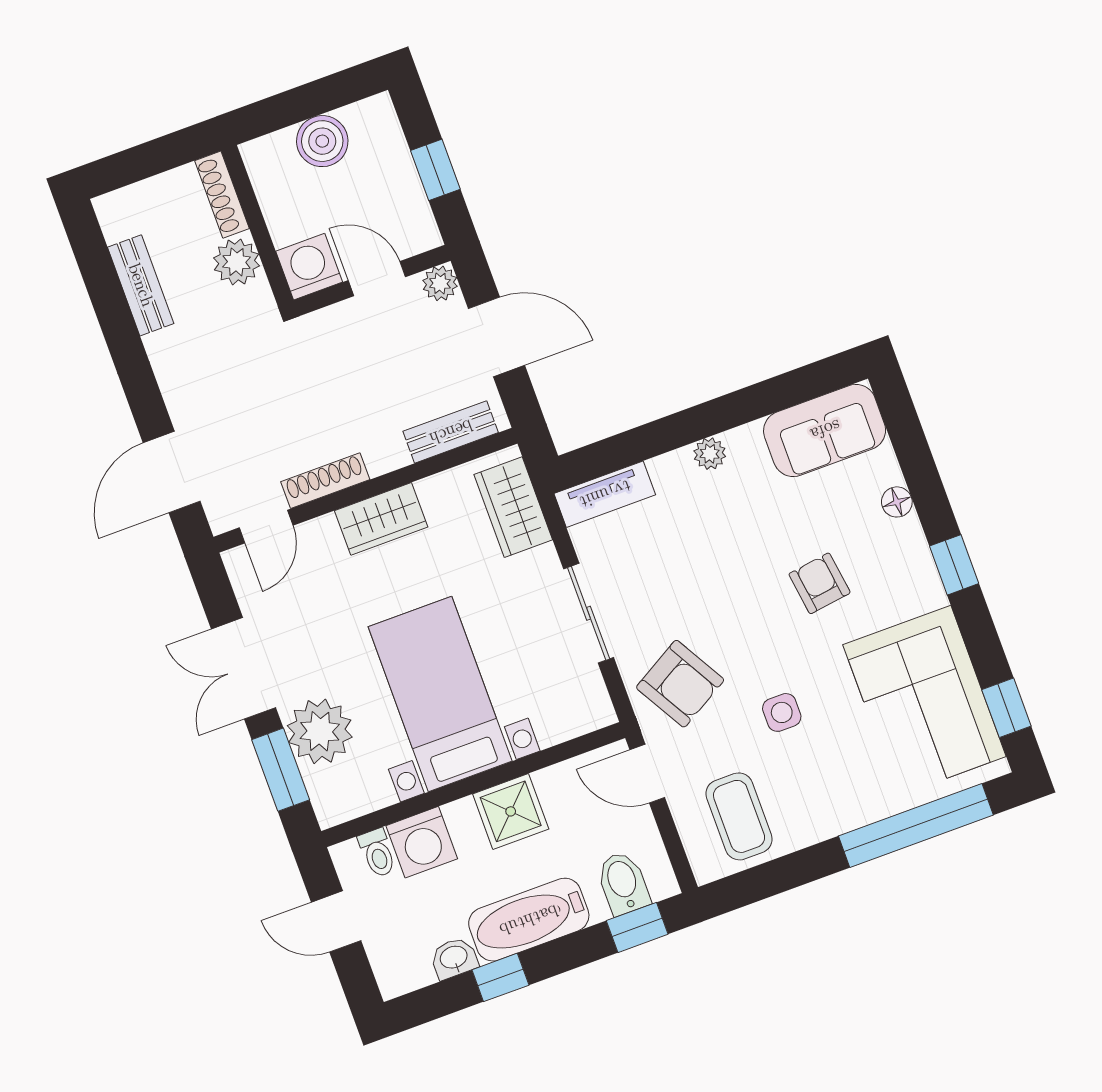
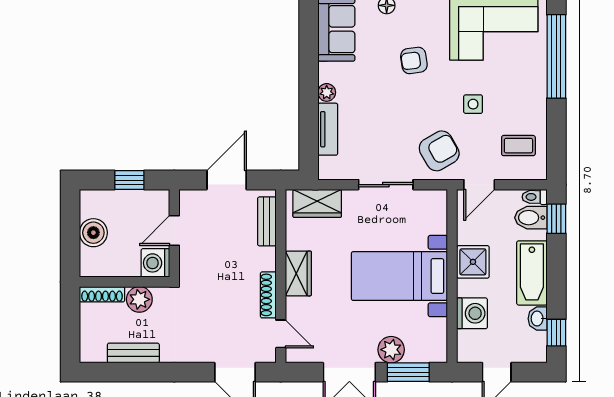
plant: (440, 283) -> (189, 199), removed
tv unit: (605, 494) -> (328, 129), moved
plant: (320, 731) -> (391, 350), width x0.73, depth x0.73
coffee table: (739, 816) -> (518, 146), width x0.73, depth x0.77
toilet: (377, 853) -> (535, 197), moved, turned 180
window: (500, 977) -> (556, 333), moved

